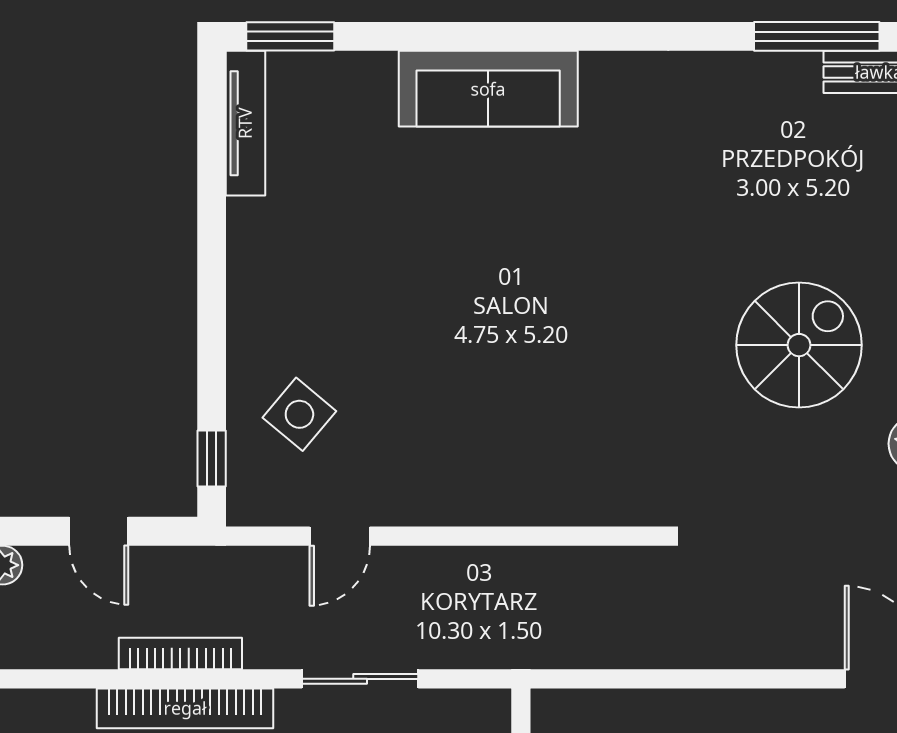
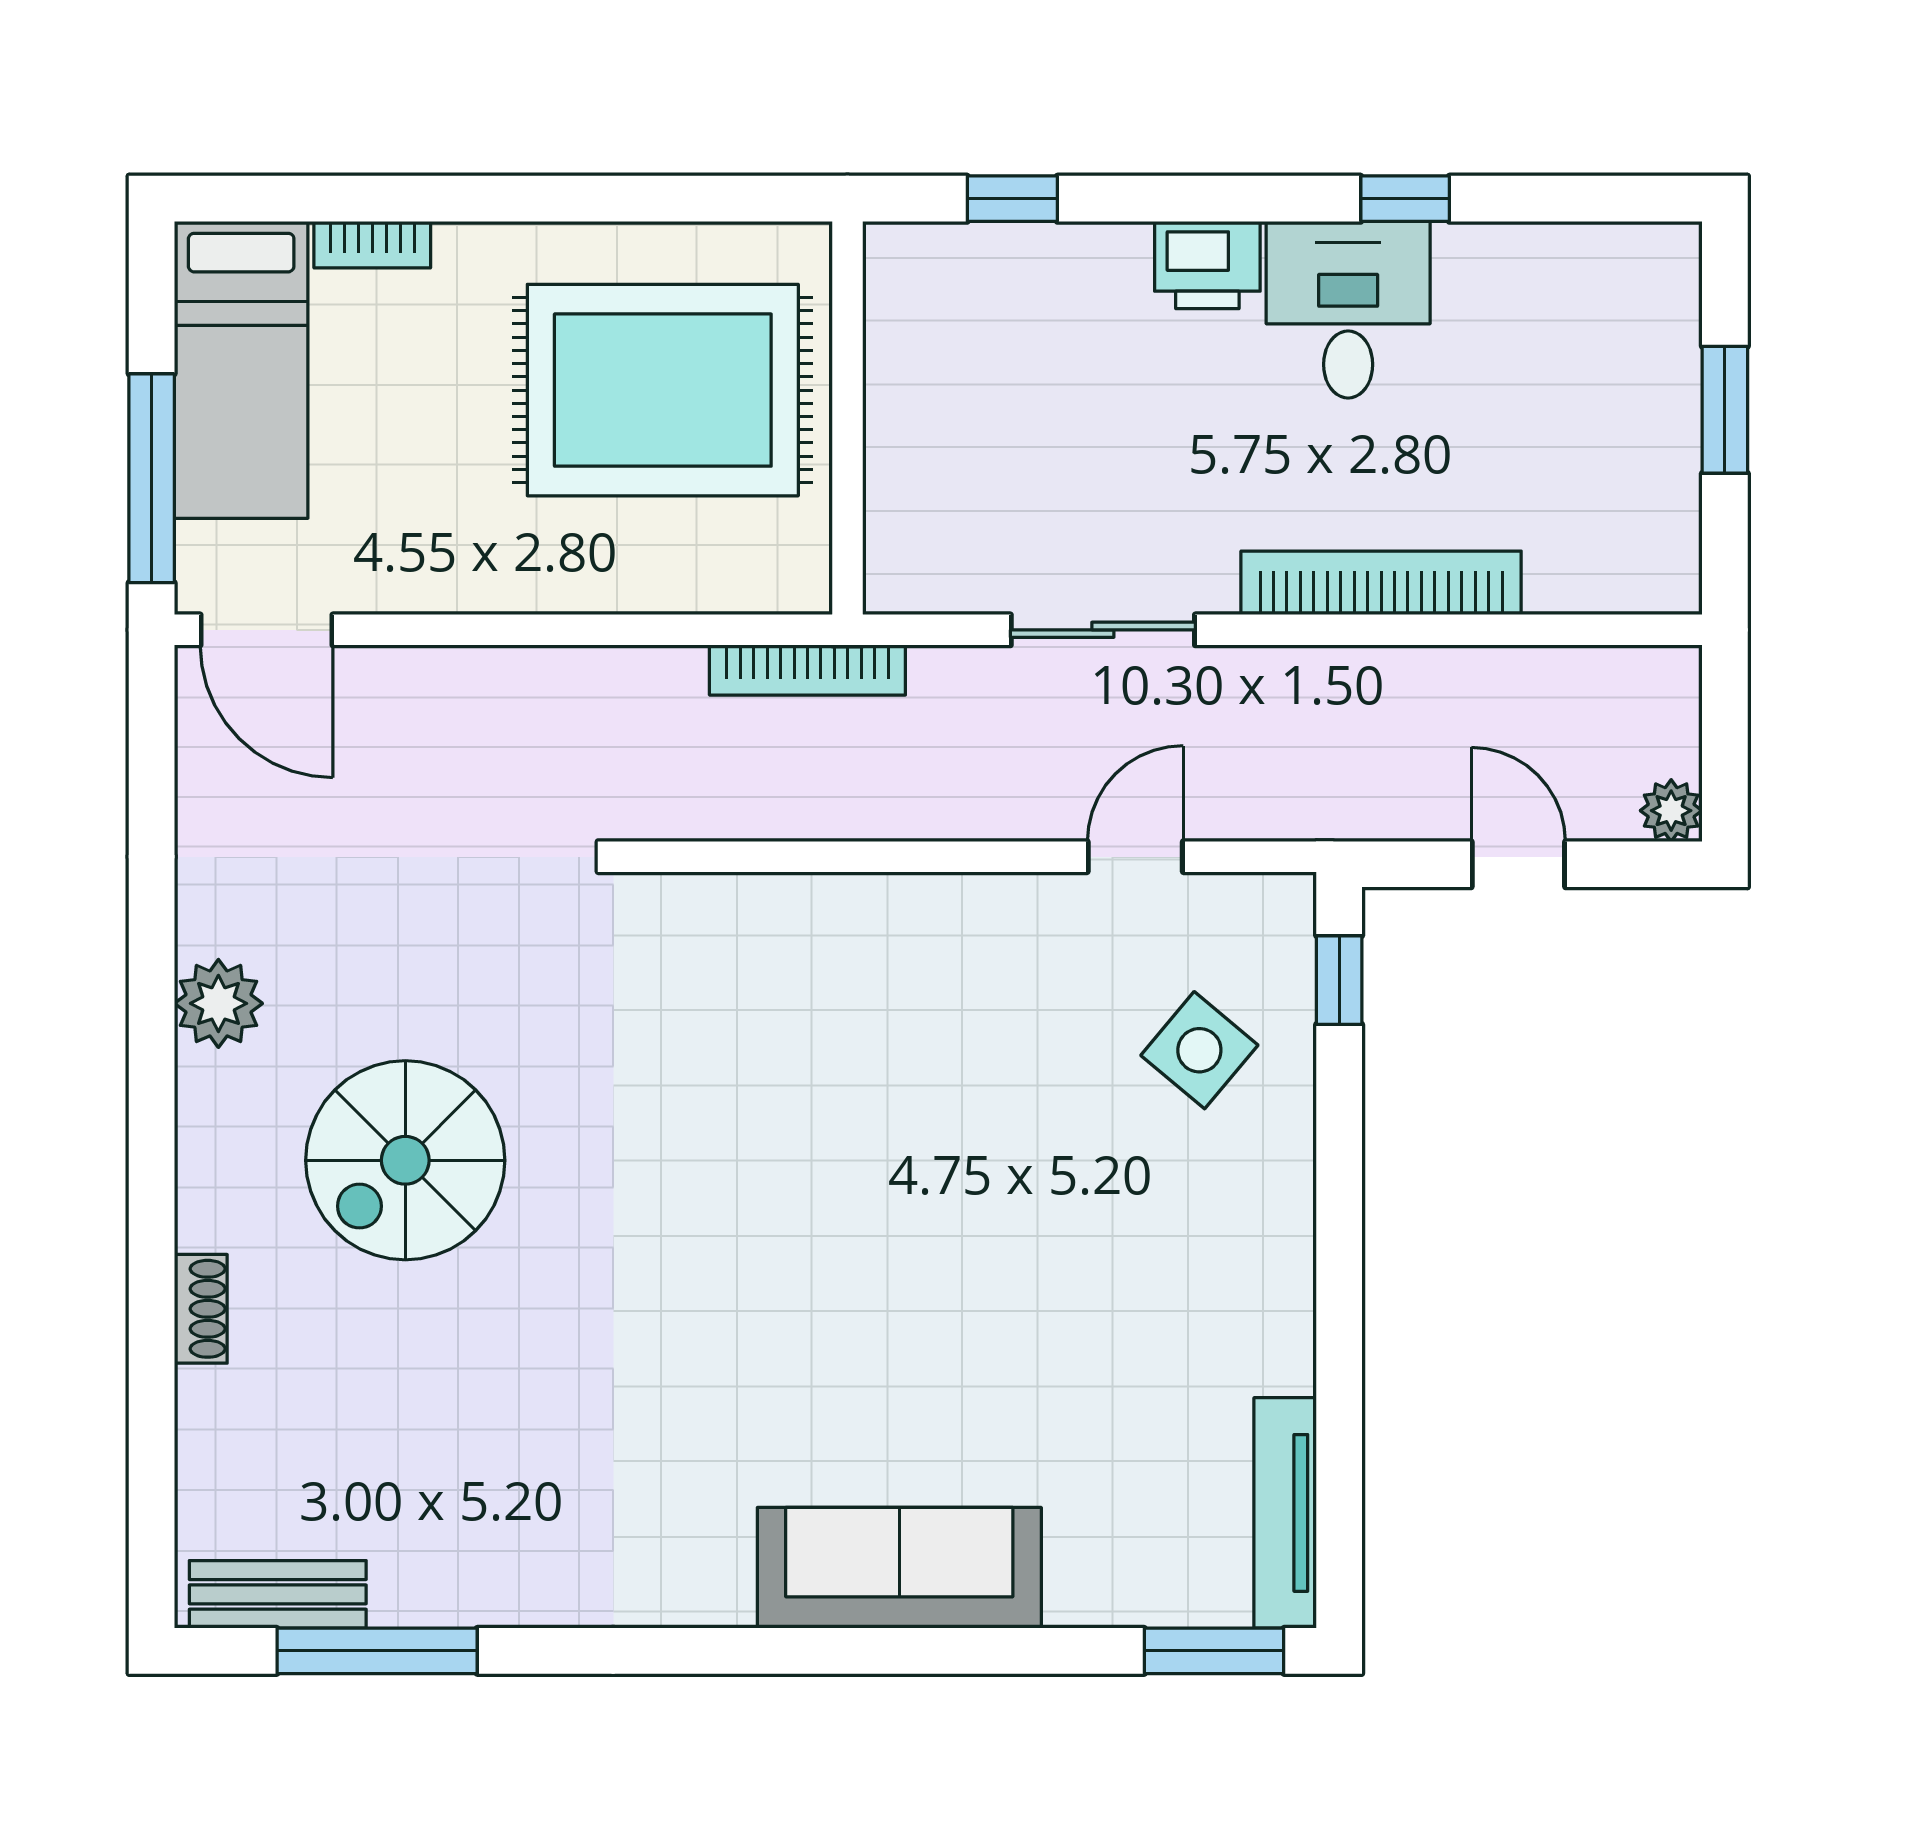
bookcase: (180, 653) -> (807, 670), moved

